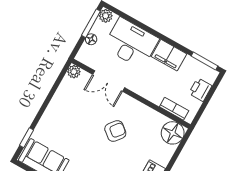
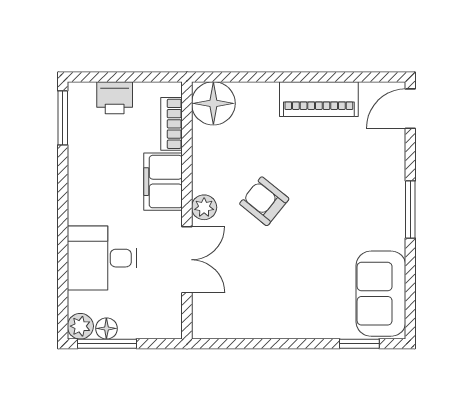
floor lamp: (91, 39) -> (106, 328), moved
desk: (131, 43) -> (102, 258), width x0.73
filing cabinet: (169, 55) -> (163, 182), moved, turned 180
plant: (74, 72) -> (204, 207), moved

